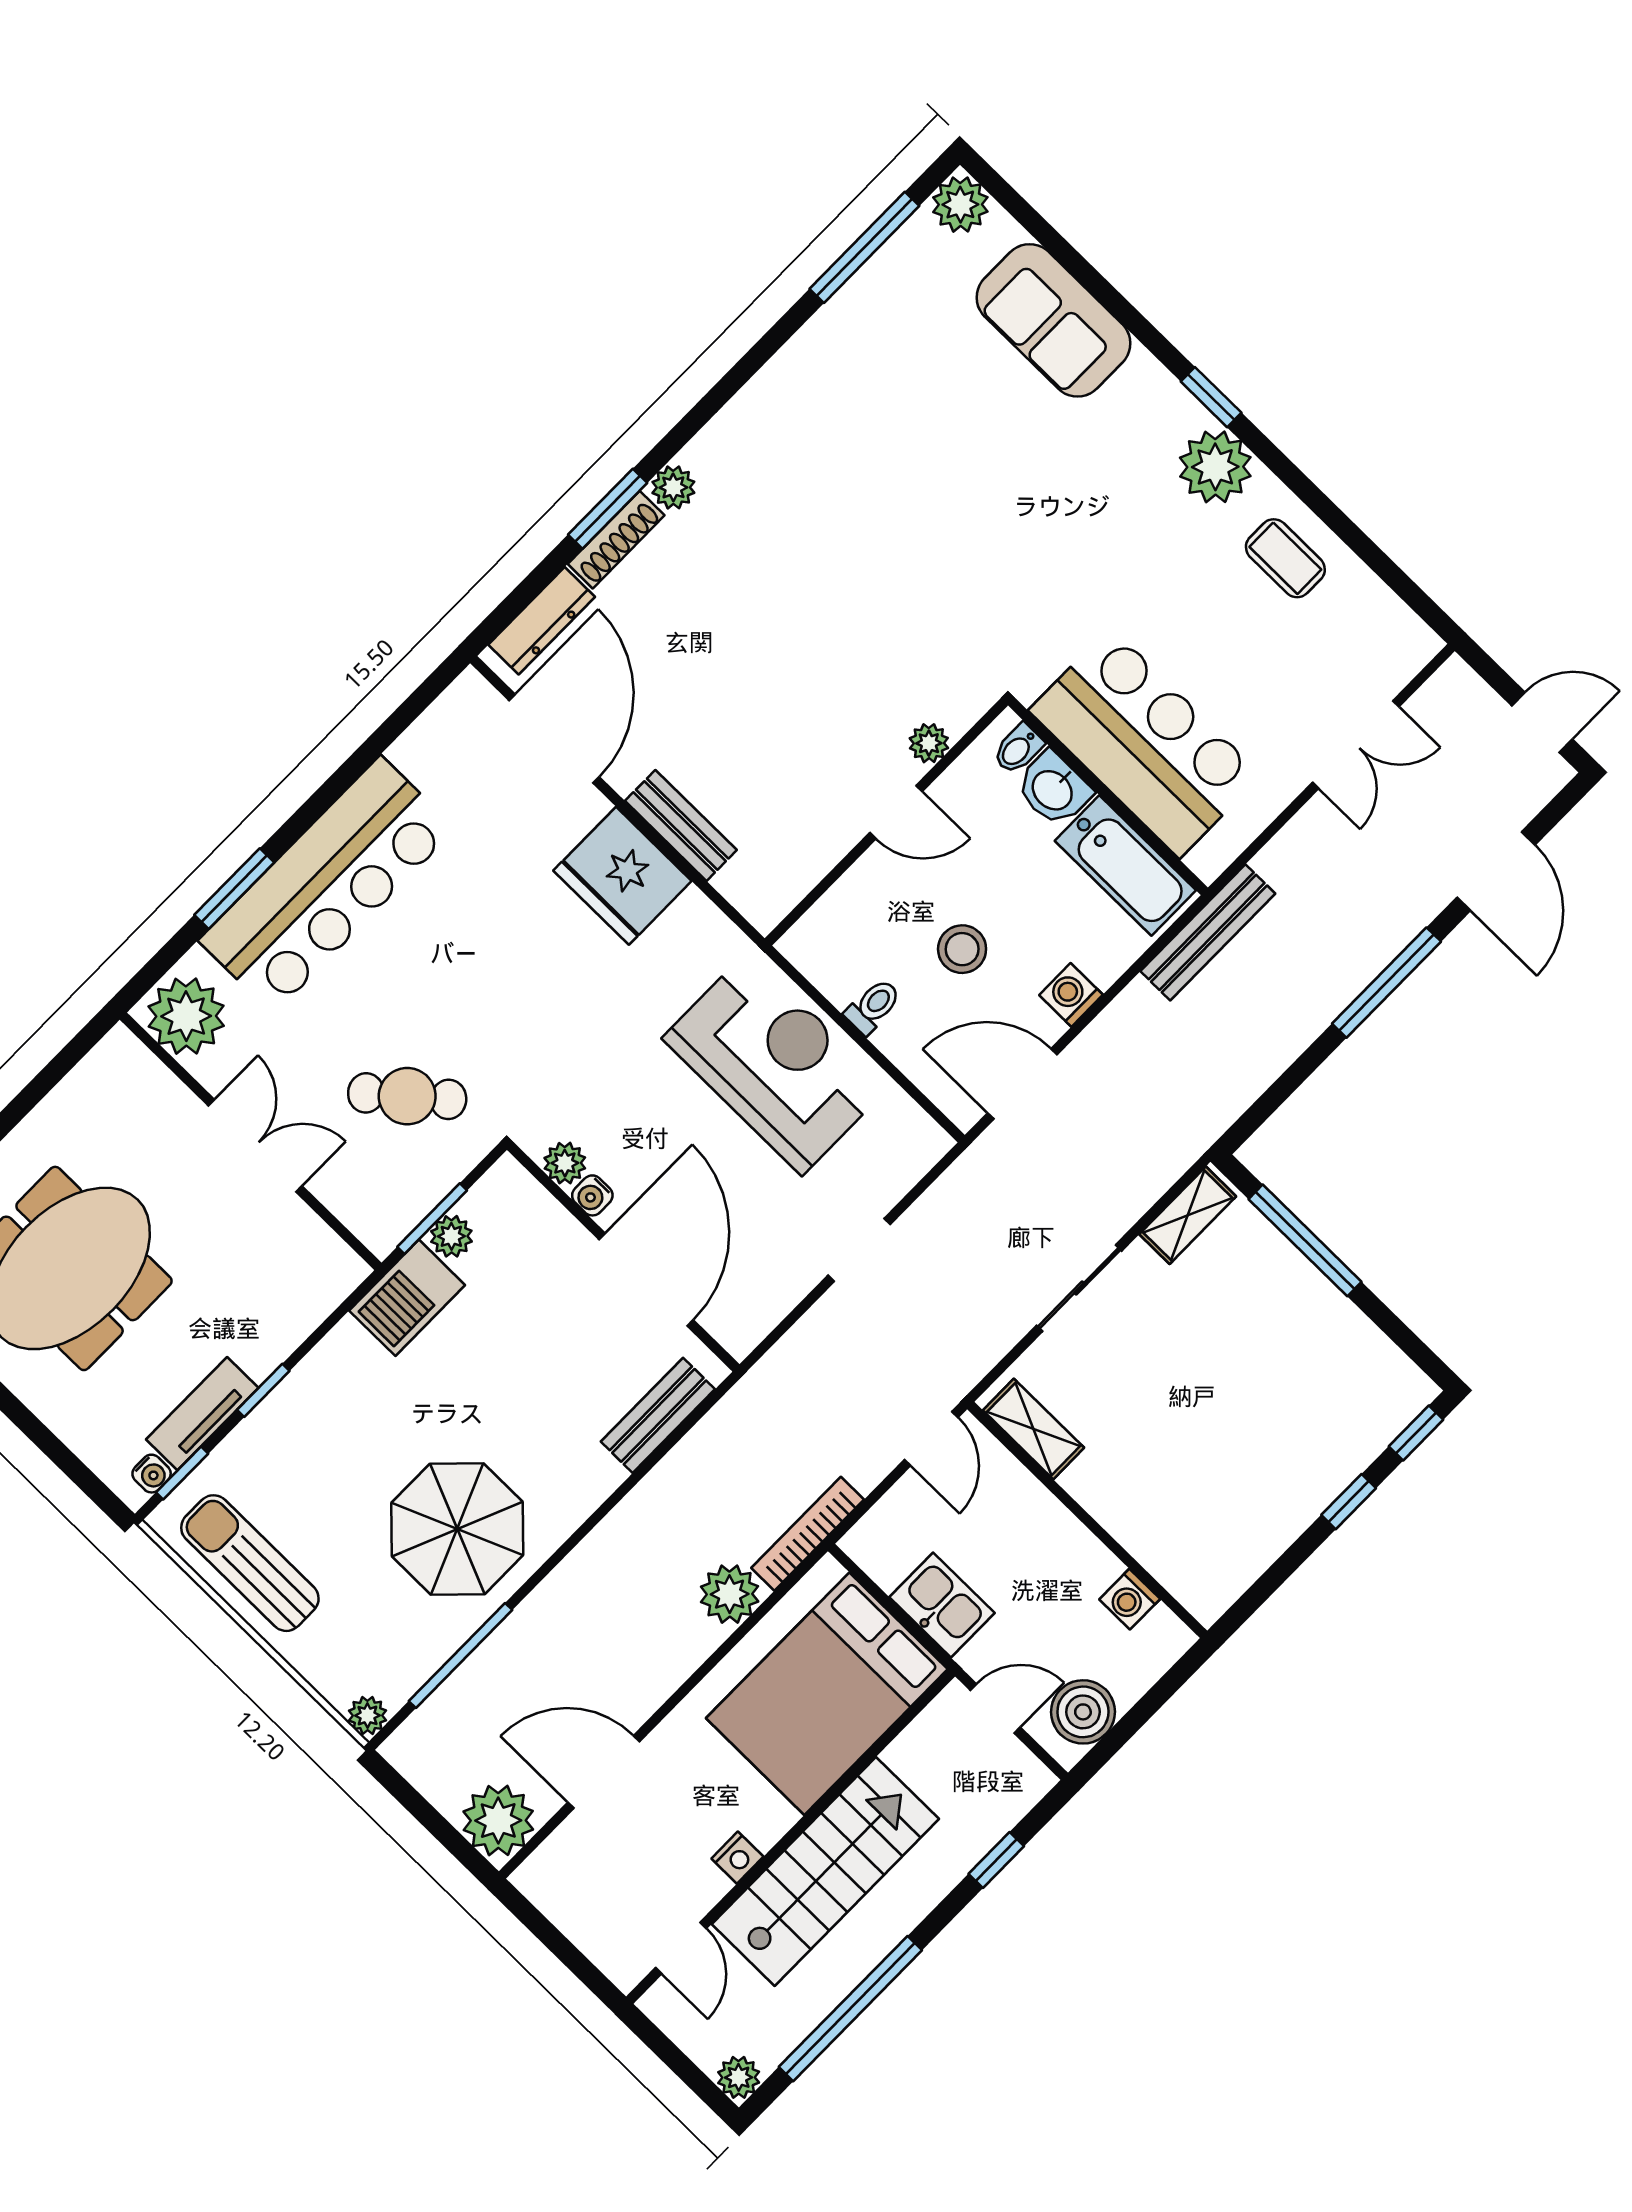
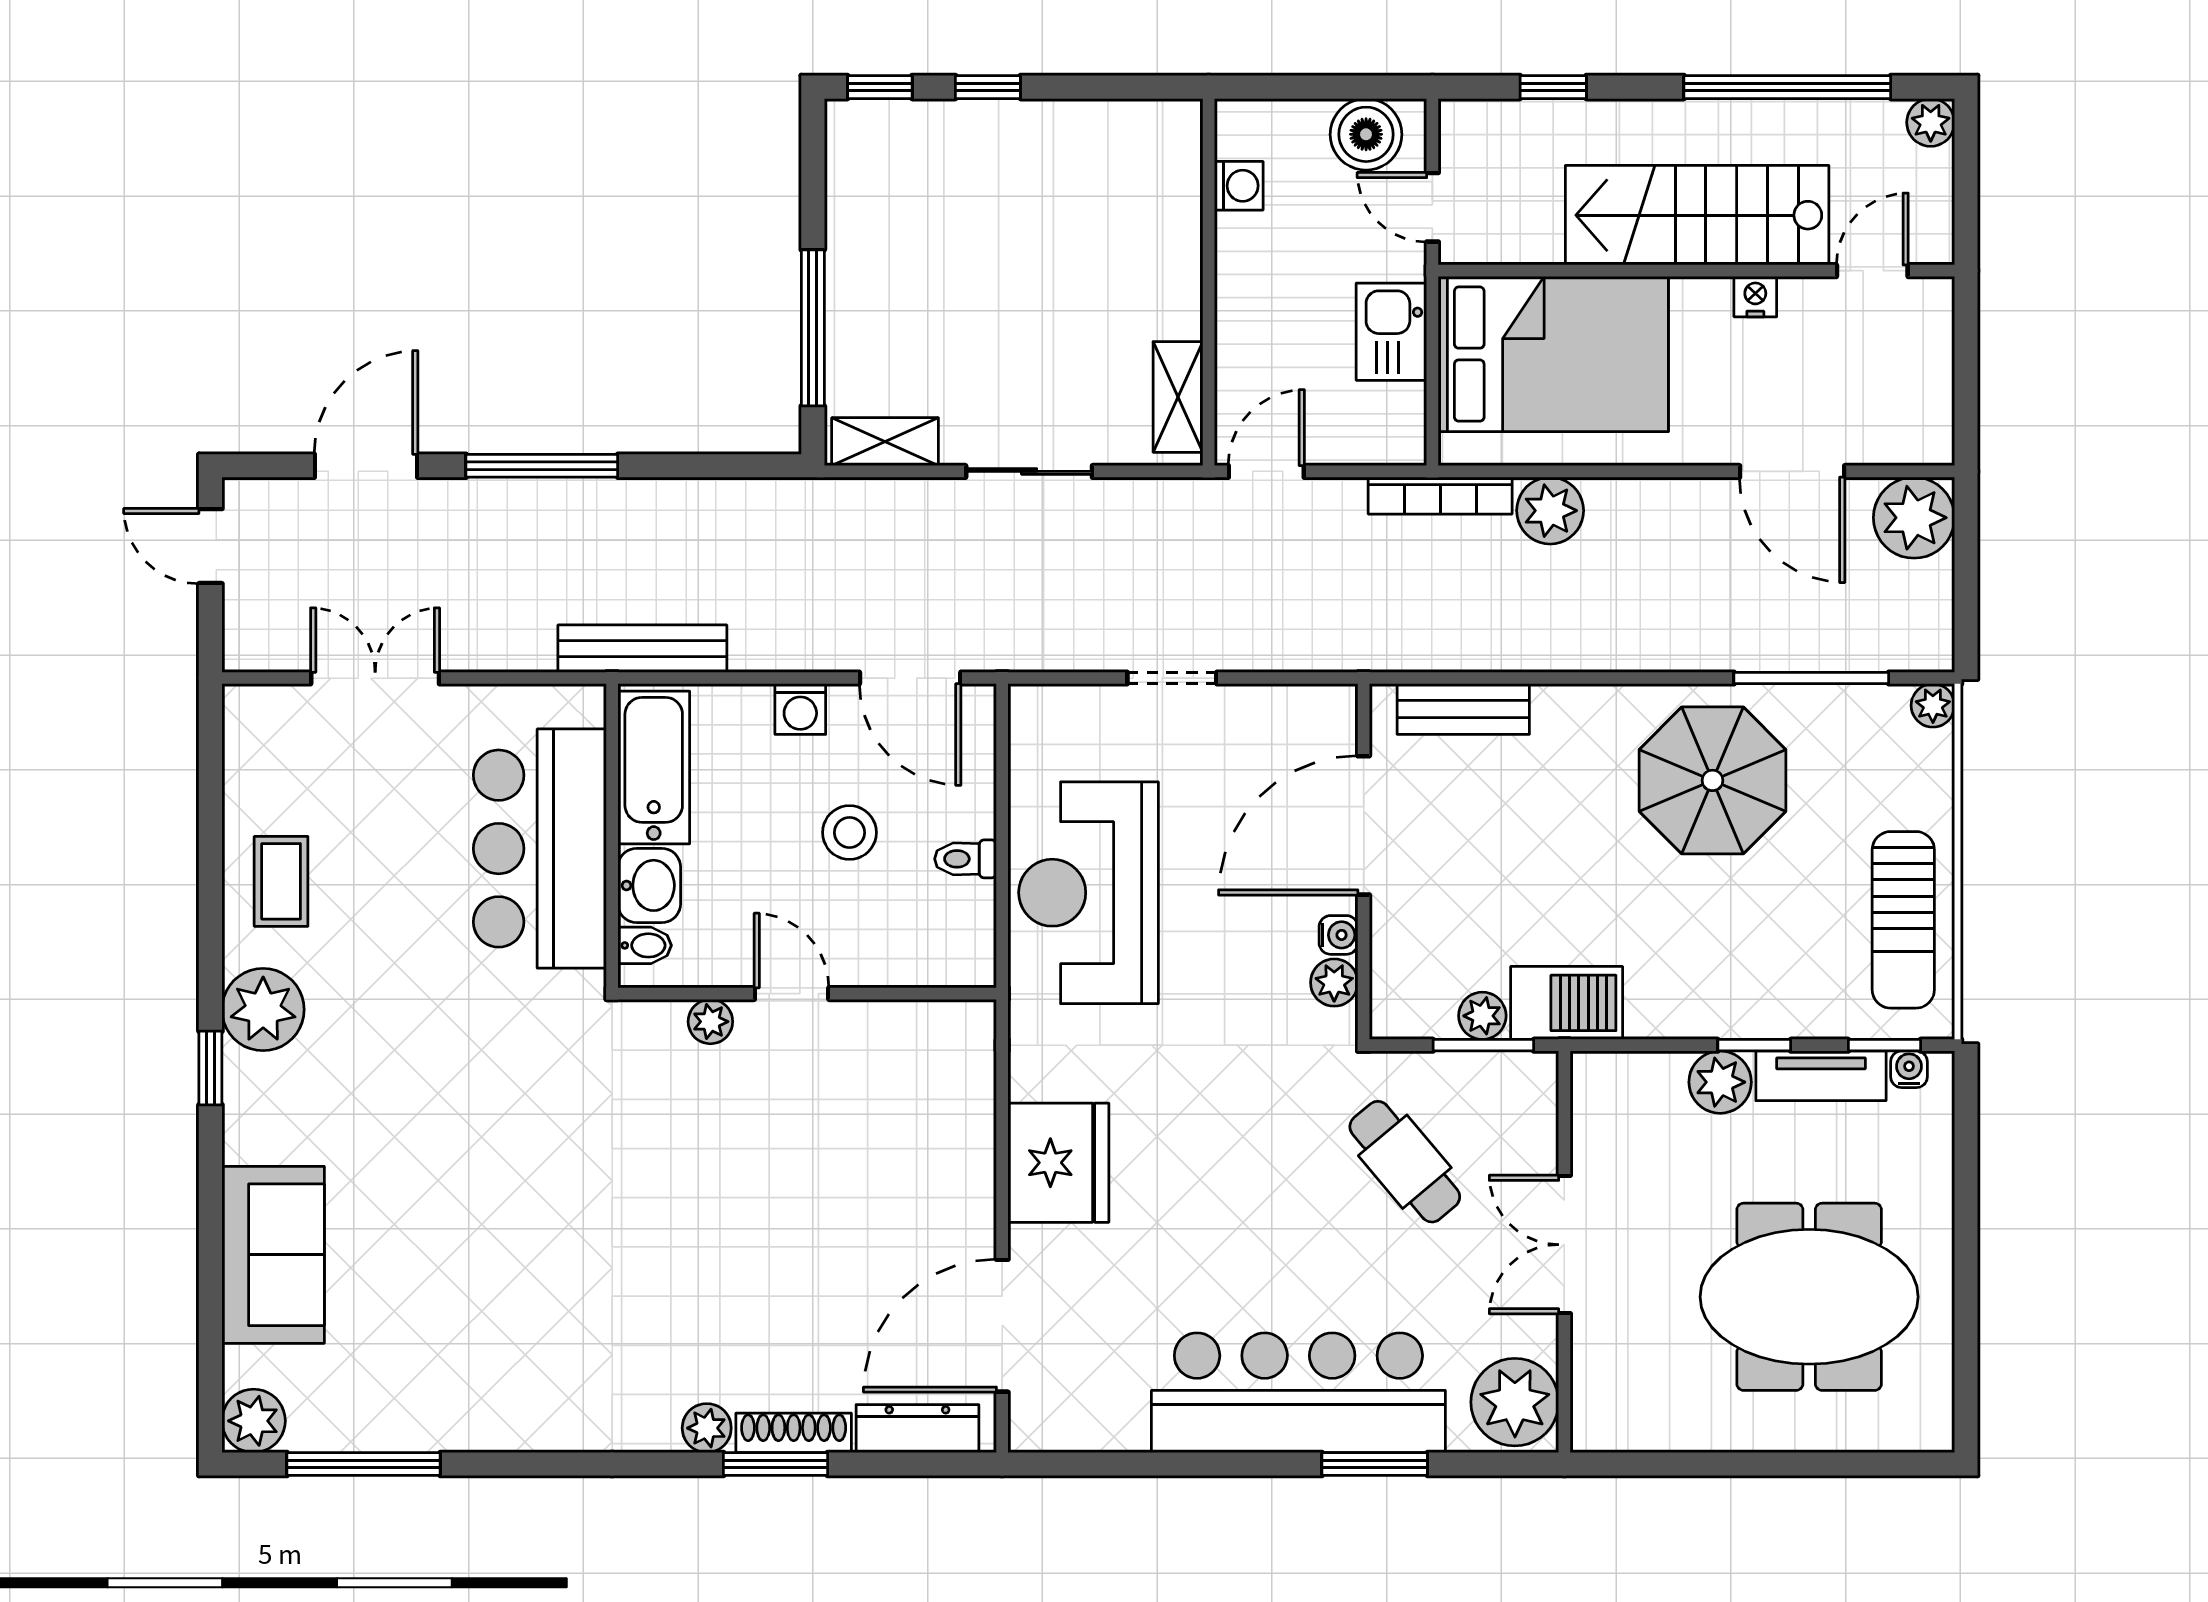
bench: (681, 825) -> (972, 1156), removed
plant: (261, 1346) -> (1720, 1082), added

